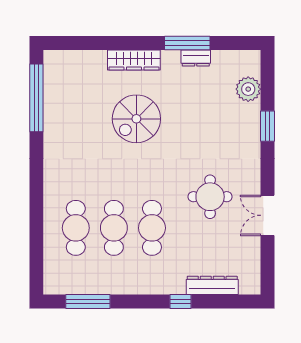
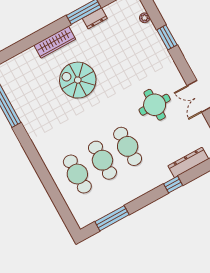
plant: (248, 89) -> (145, 18), width x0.53, depth x0.53
spiral stairs: (136, 119) -> (78, 80), turned 90

